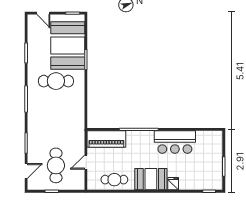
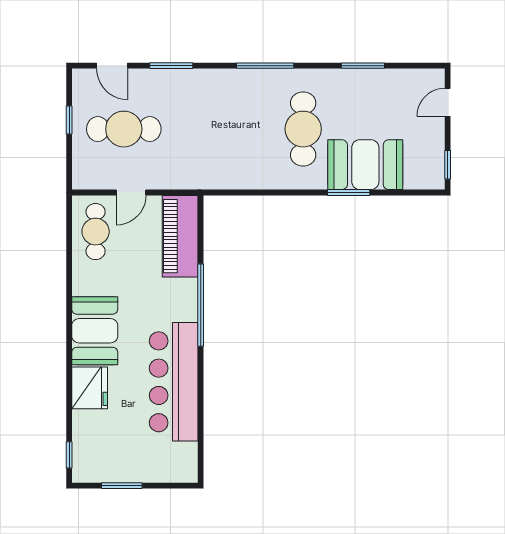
booth: (68, 45) -> (365, 165), width x0.73, depth x0.70
bar counter: (175, 142) -> (174, 382), width x1.36
door: (86, 162) -> (131, 192), swing flipped
cafe table: (114, 180) -> (96, 232), moved
fridge: (173, 184) -> (90, 388), width x1.88, depth x1.34

